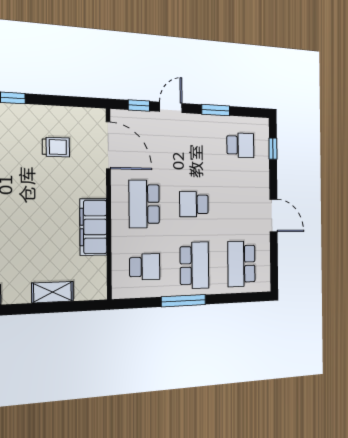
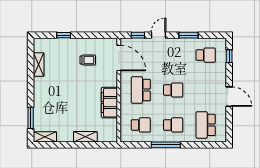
school desk: (194, 204) -> (173, 90), turned 180
school desk: (194, 265) -> (173, 125), width x0.54

